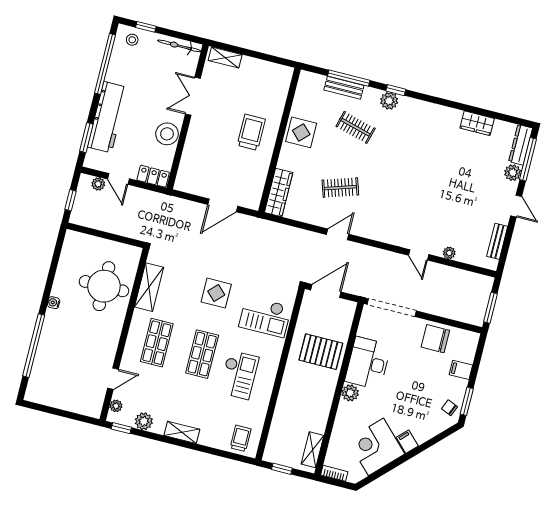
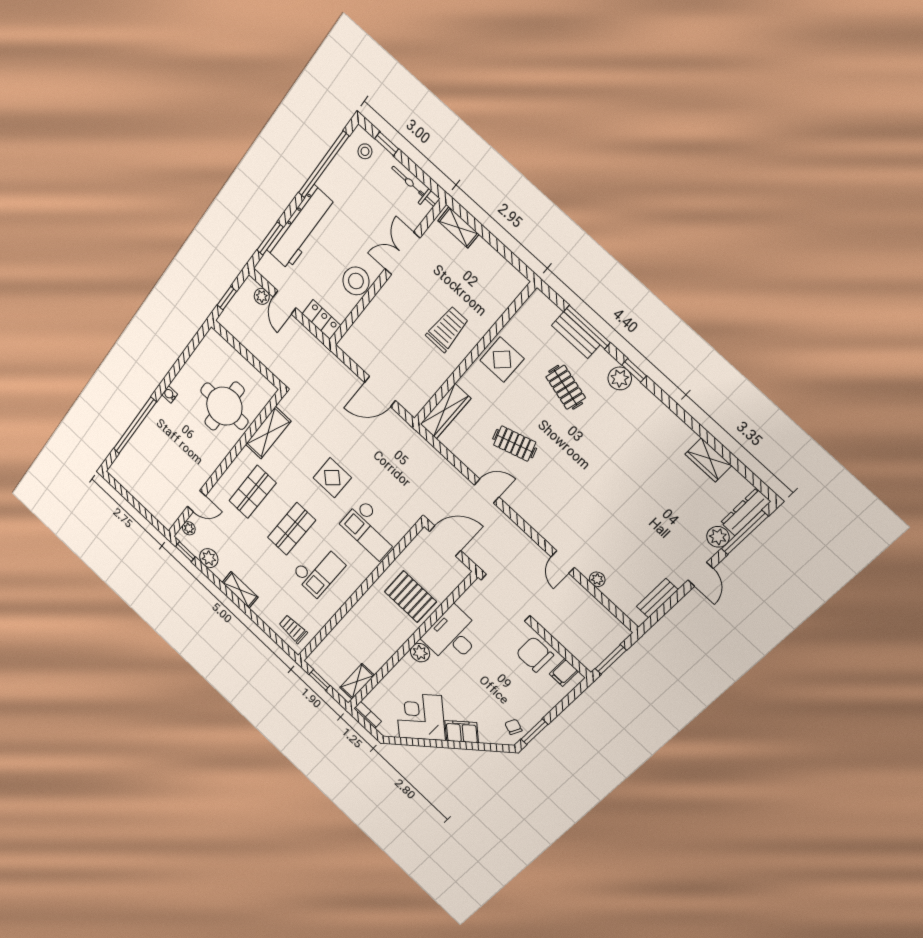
filing cabinet: (461, 370) -> (564, 672), moved, turned -90
trolley: (241, 438) -> (293, 629), turned -90
filing cabinet: (407, 442) -> (462, 732), width x2.00

